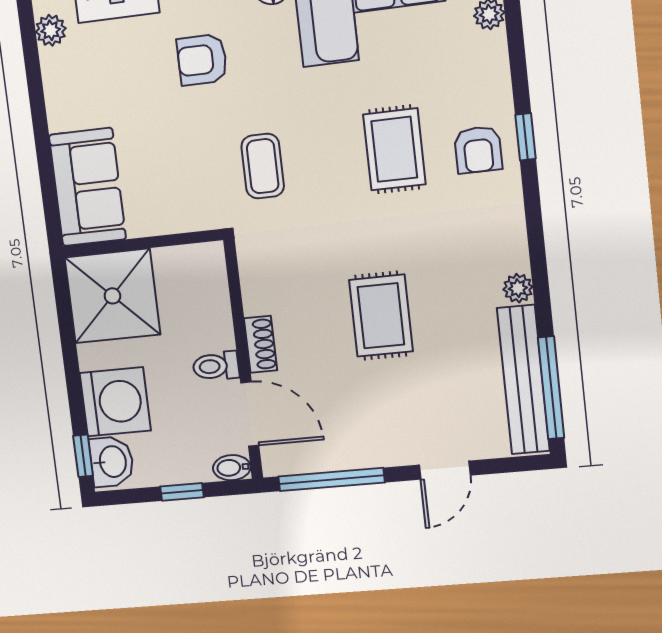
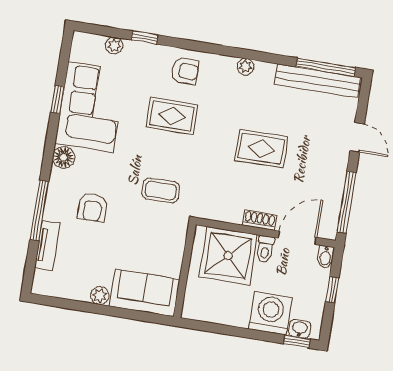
plant: (51, 30) -> (100, 296), moved
window: (525, 137) -> (145, 37), moved
plant: (518, 288) -> (245, 67), moved
shower: (112, 296) -> (228, 256), moved
washbasin: (112, 462) -> (300, 329), width x0.72, depth x0.69

